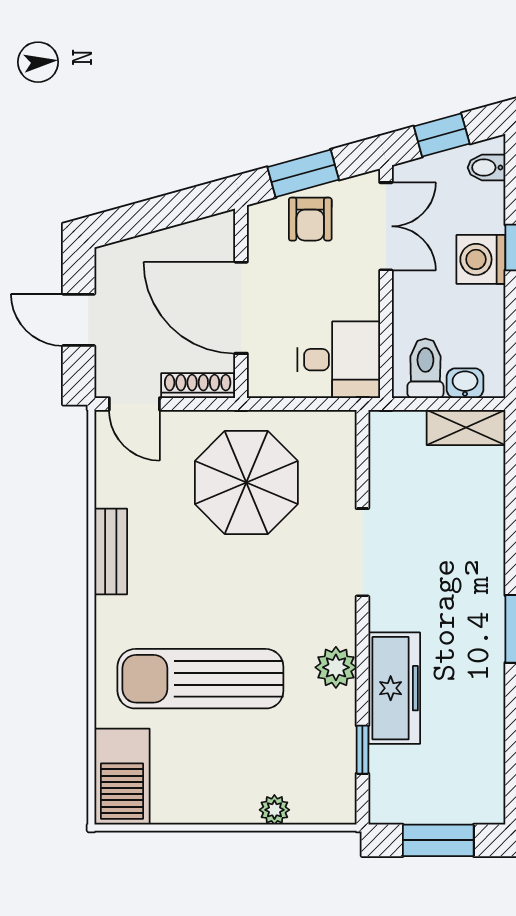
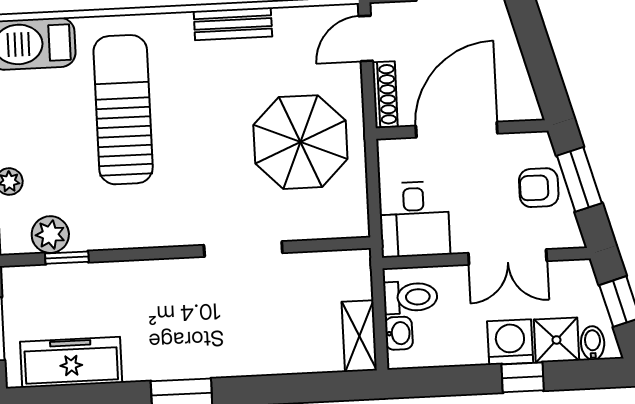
shower: (481, 208) -> (556, 340), added
double door: (386, 226) -> (508, 257), moved
plant: (336, 667) -> (50, 235), moved
freezer: (394, 688) -> (71, 362), moved, turned 180

